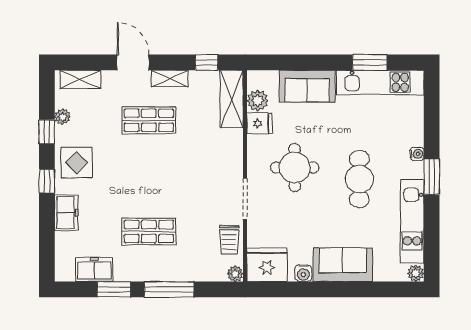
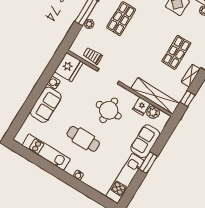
window: (370, 62) -> (148, 163), moved
shelving: (232, 99) -> (155, 96), width x1.47
window: (432, 177) -> (62, 175), removed
plant: (416, 273) -> (19, 138), removed
plant: (235, 274) -> (89, 24), moved

